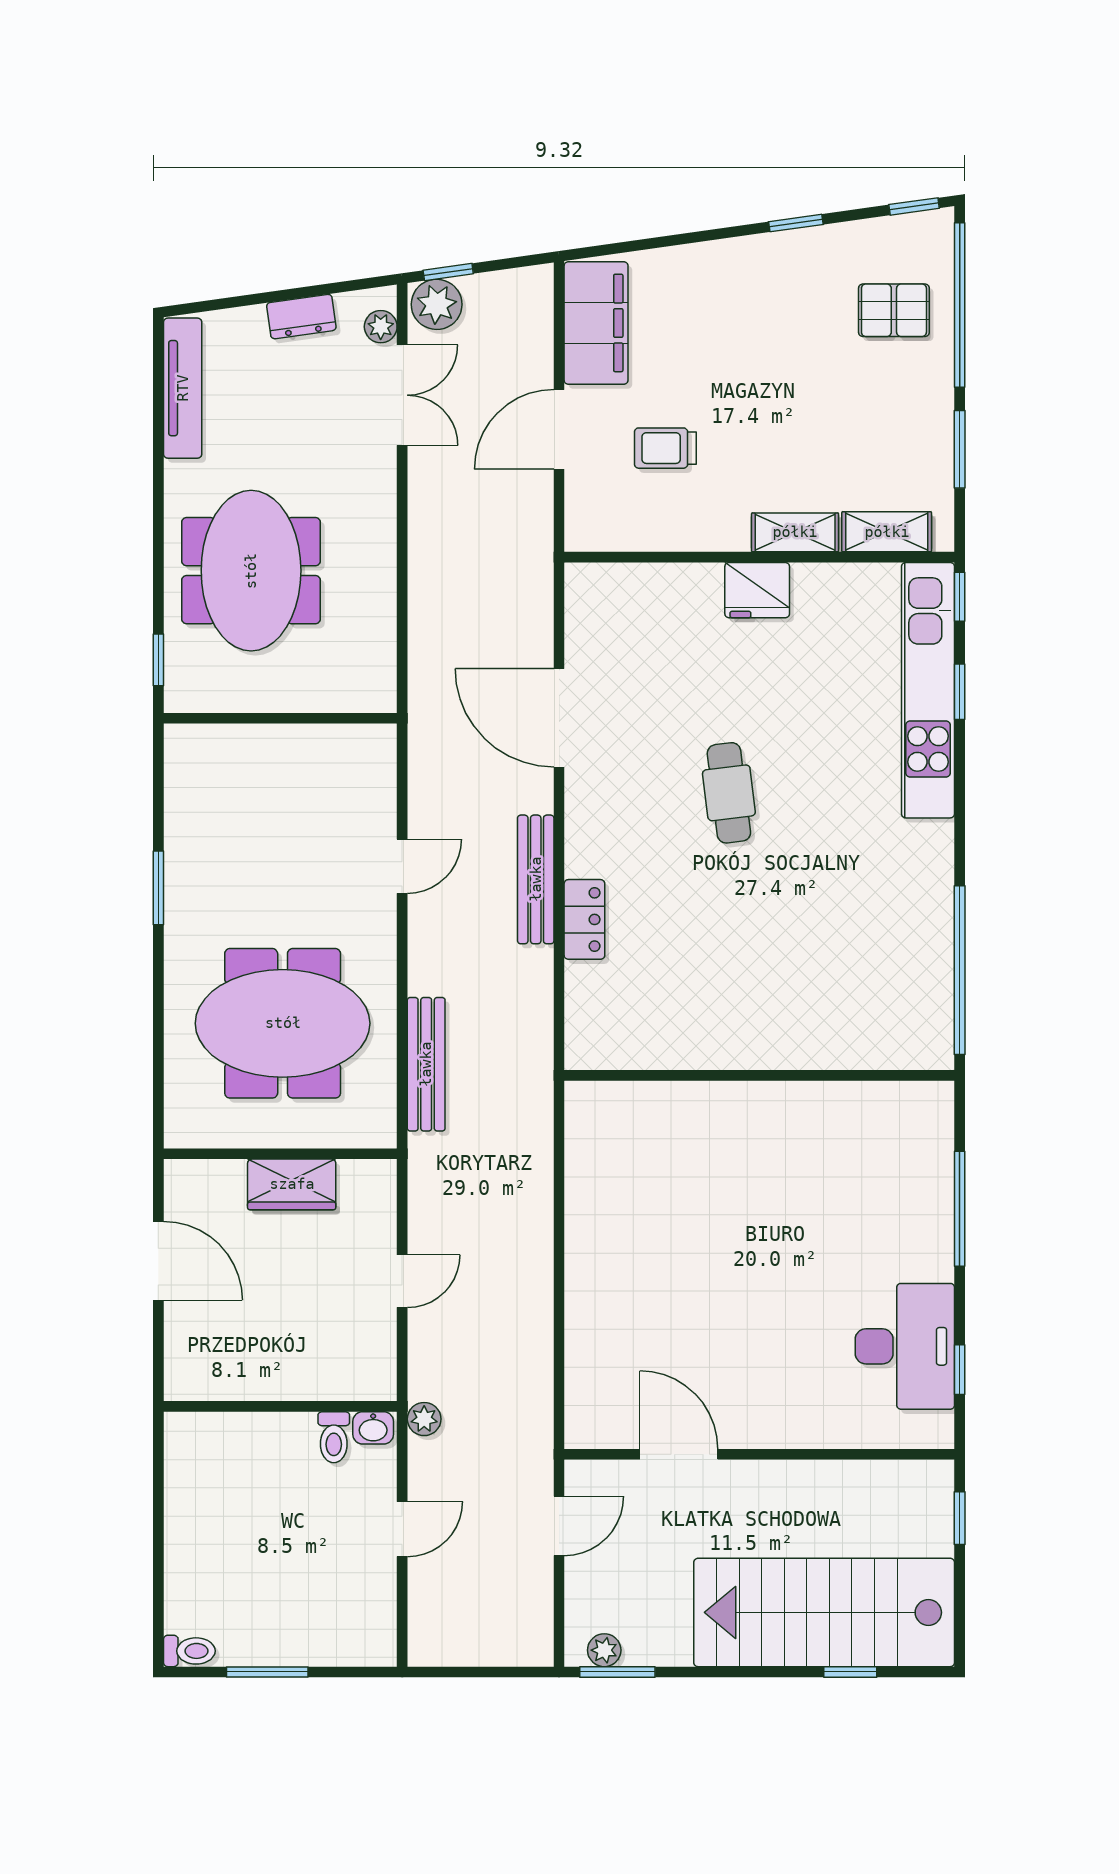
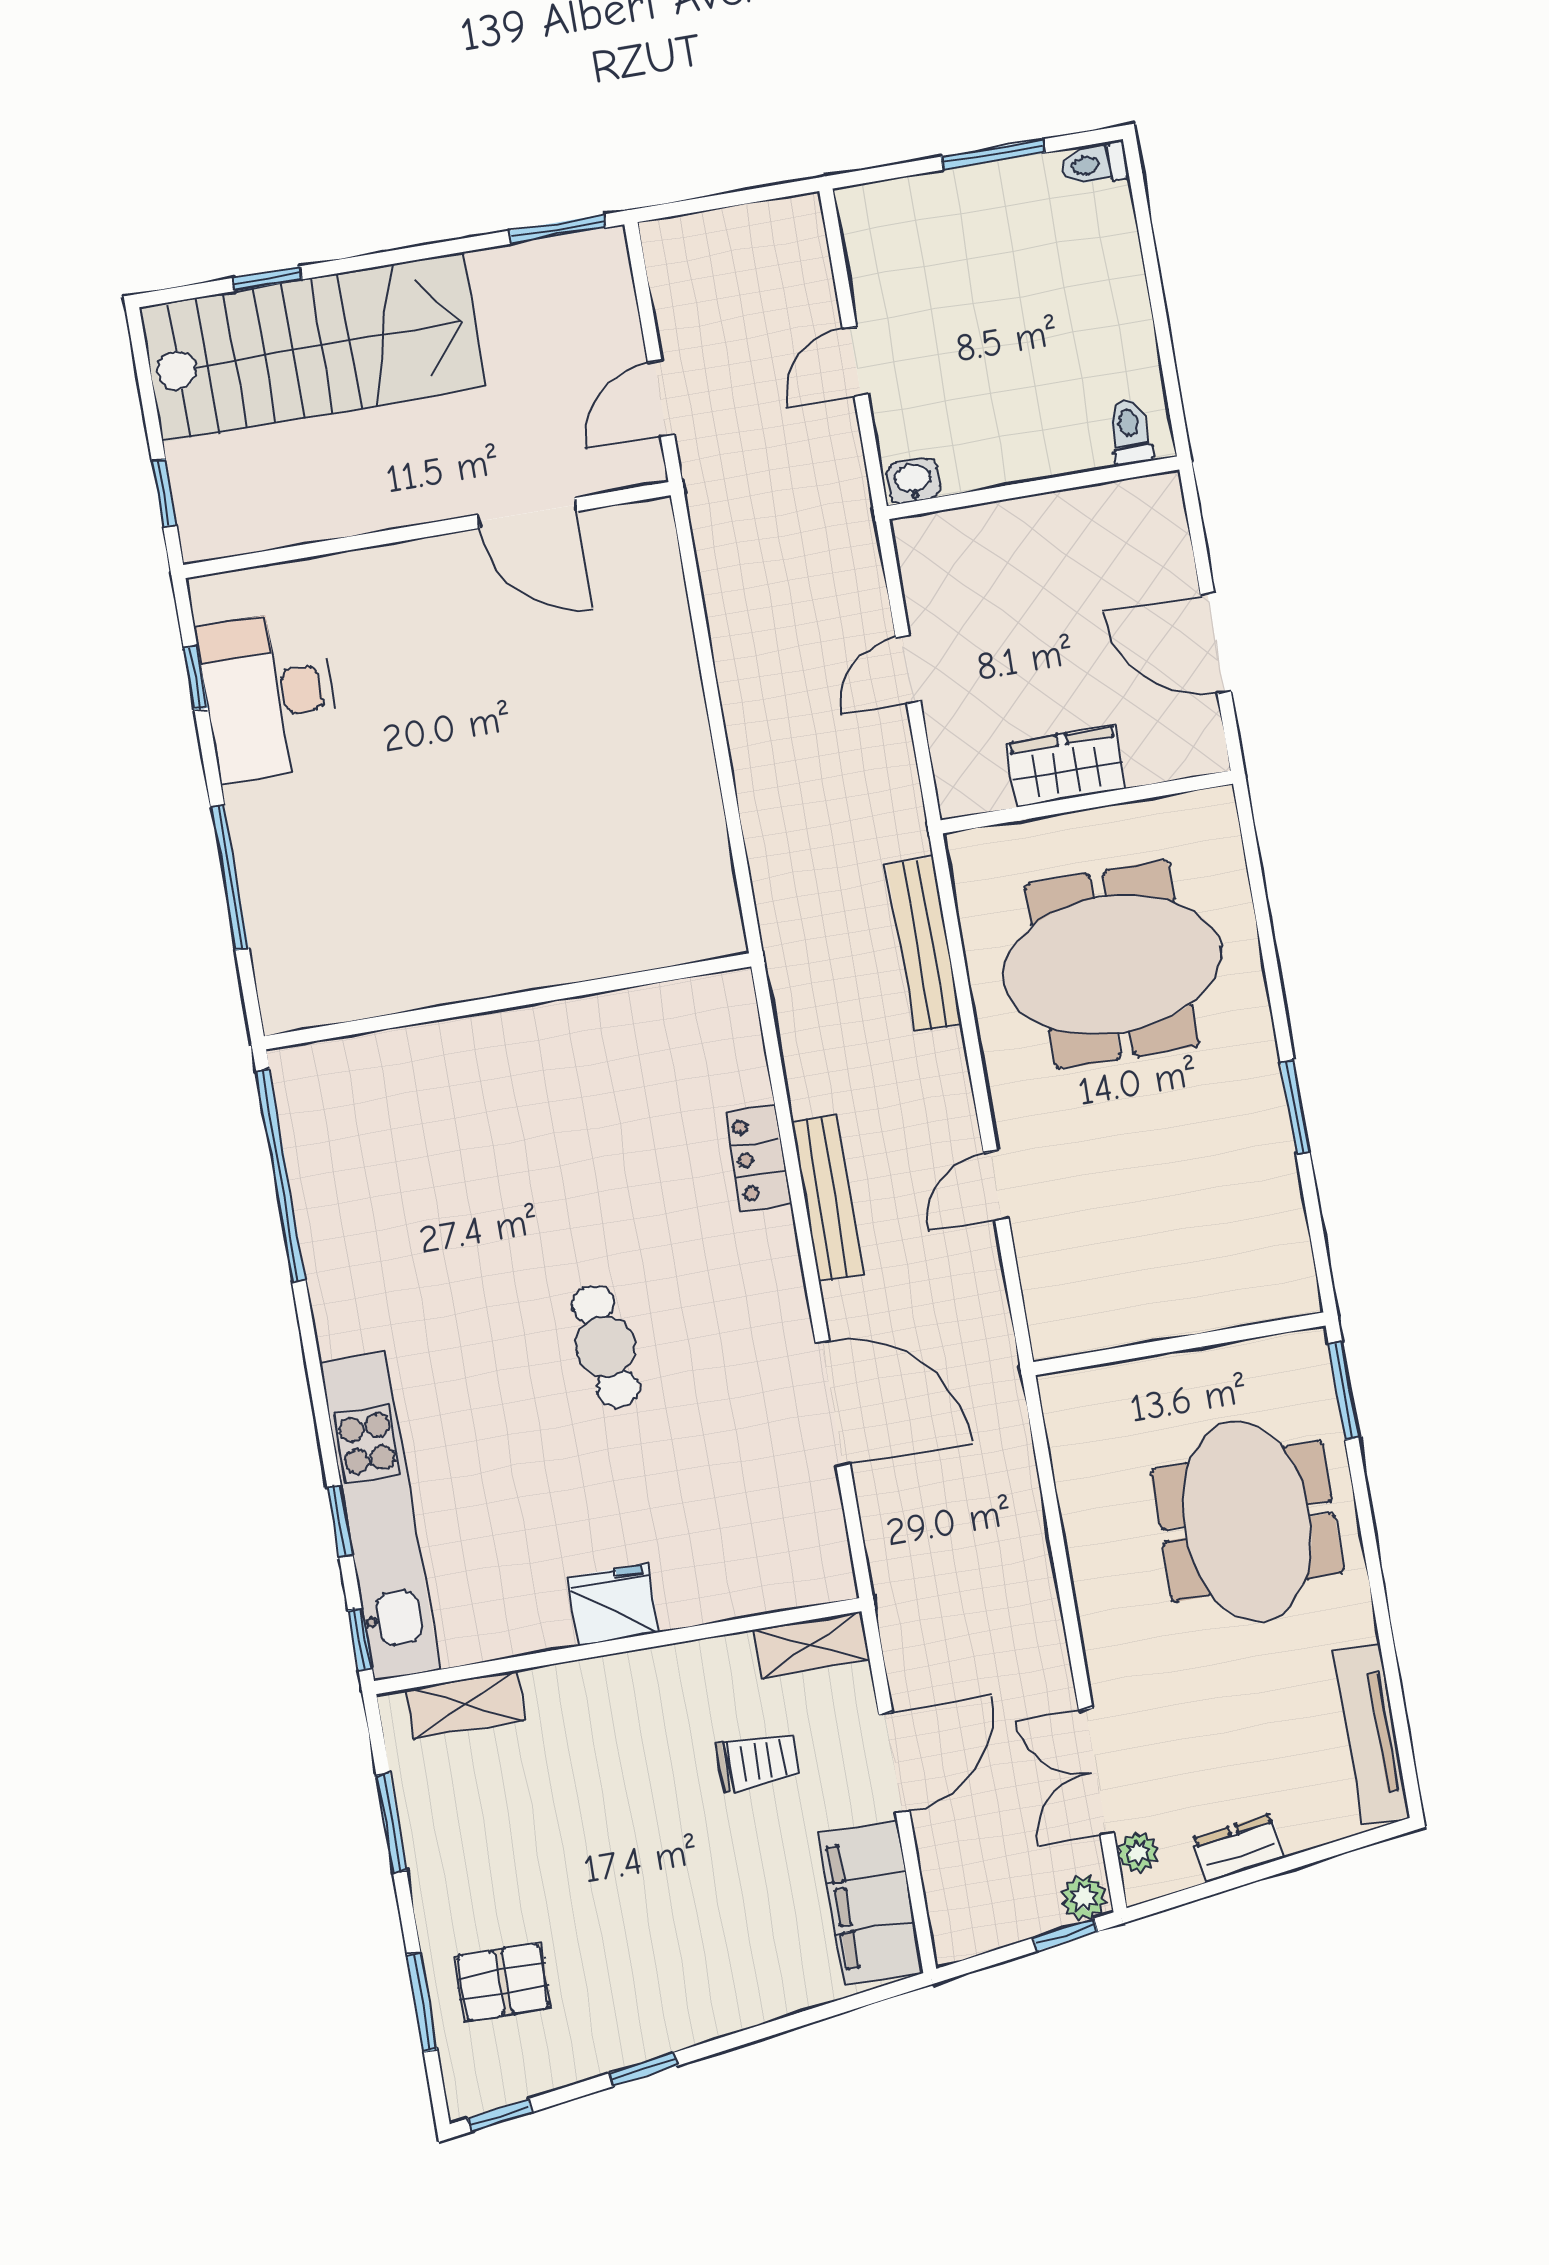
plant: (437, 304) -> (1084, 1898), width x0.73, depth x0.73
window: (960, 305) -> (422, 2002), width x0.47
shelving: (795, 532) -> (812, 1645), moved
window: (158, 660) -> (1343, 1391), width x1.50
plant: (424, 1419) -> (851, 503), removed
toilet: (334, 1437) -> (1130, 432), moved
plant: (604, 1650) -> (578, 253), removed

